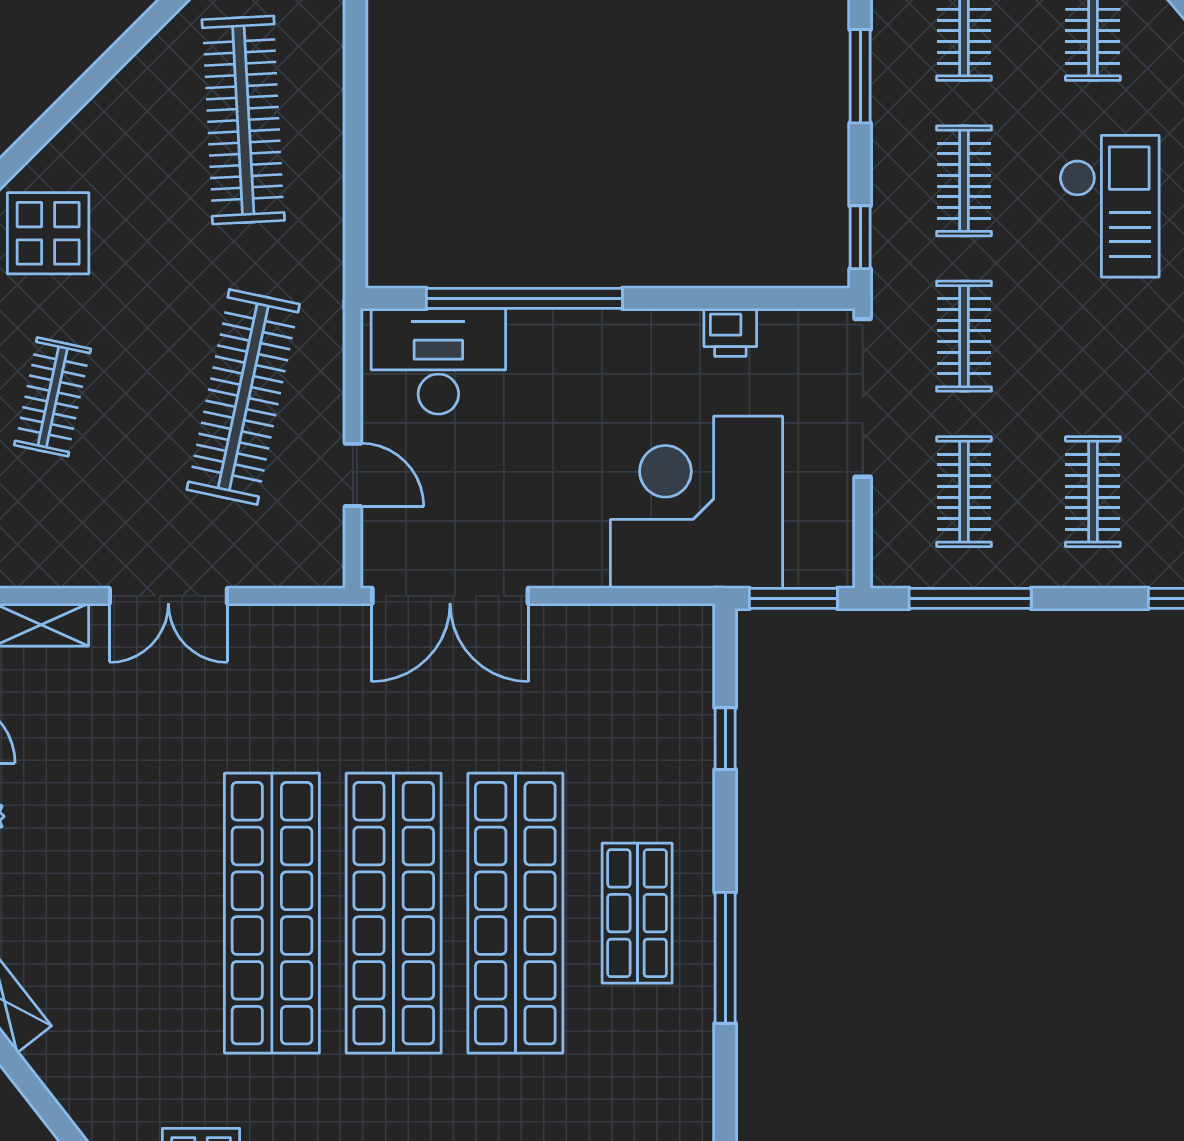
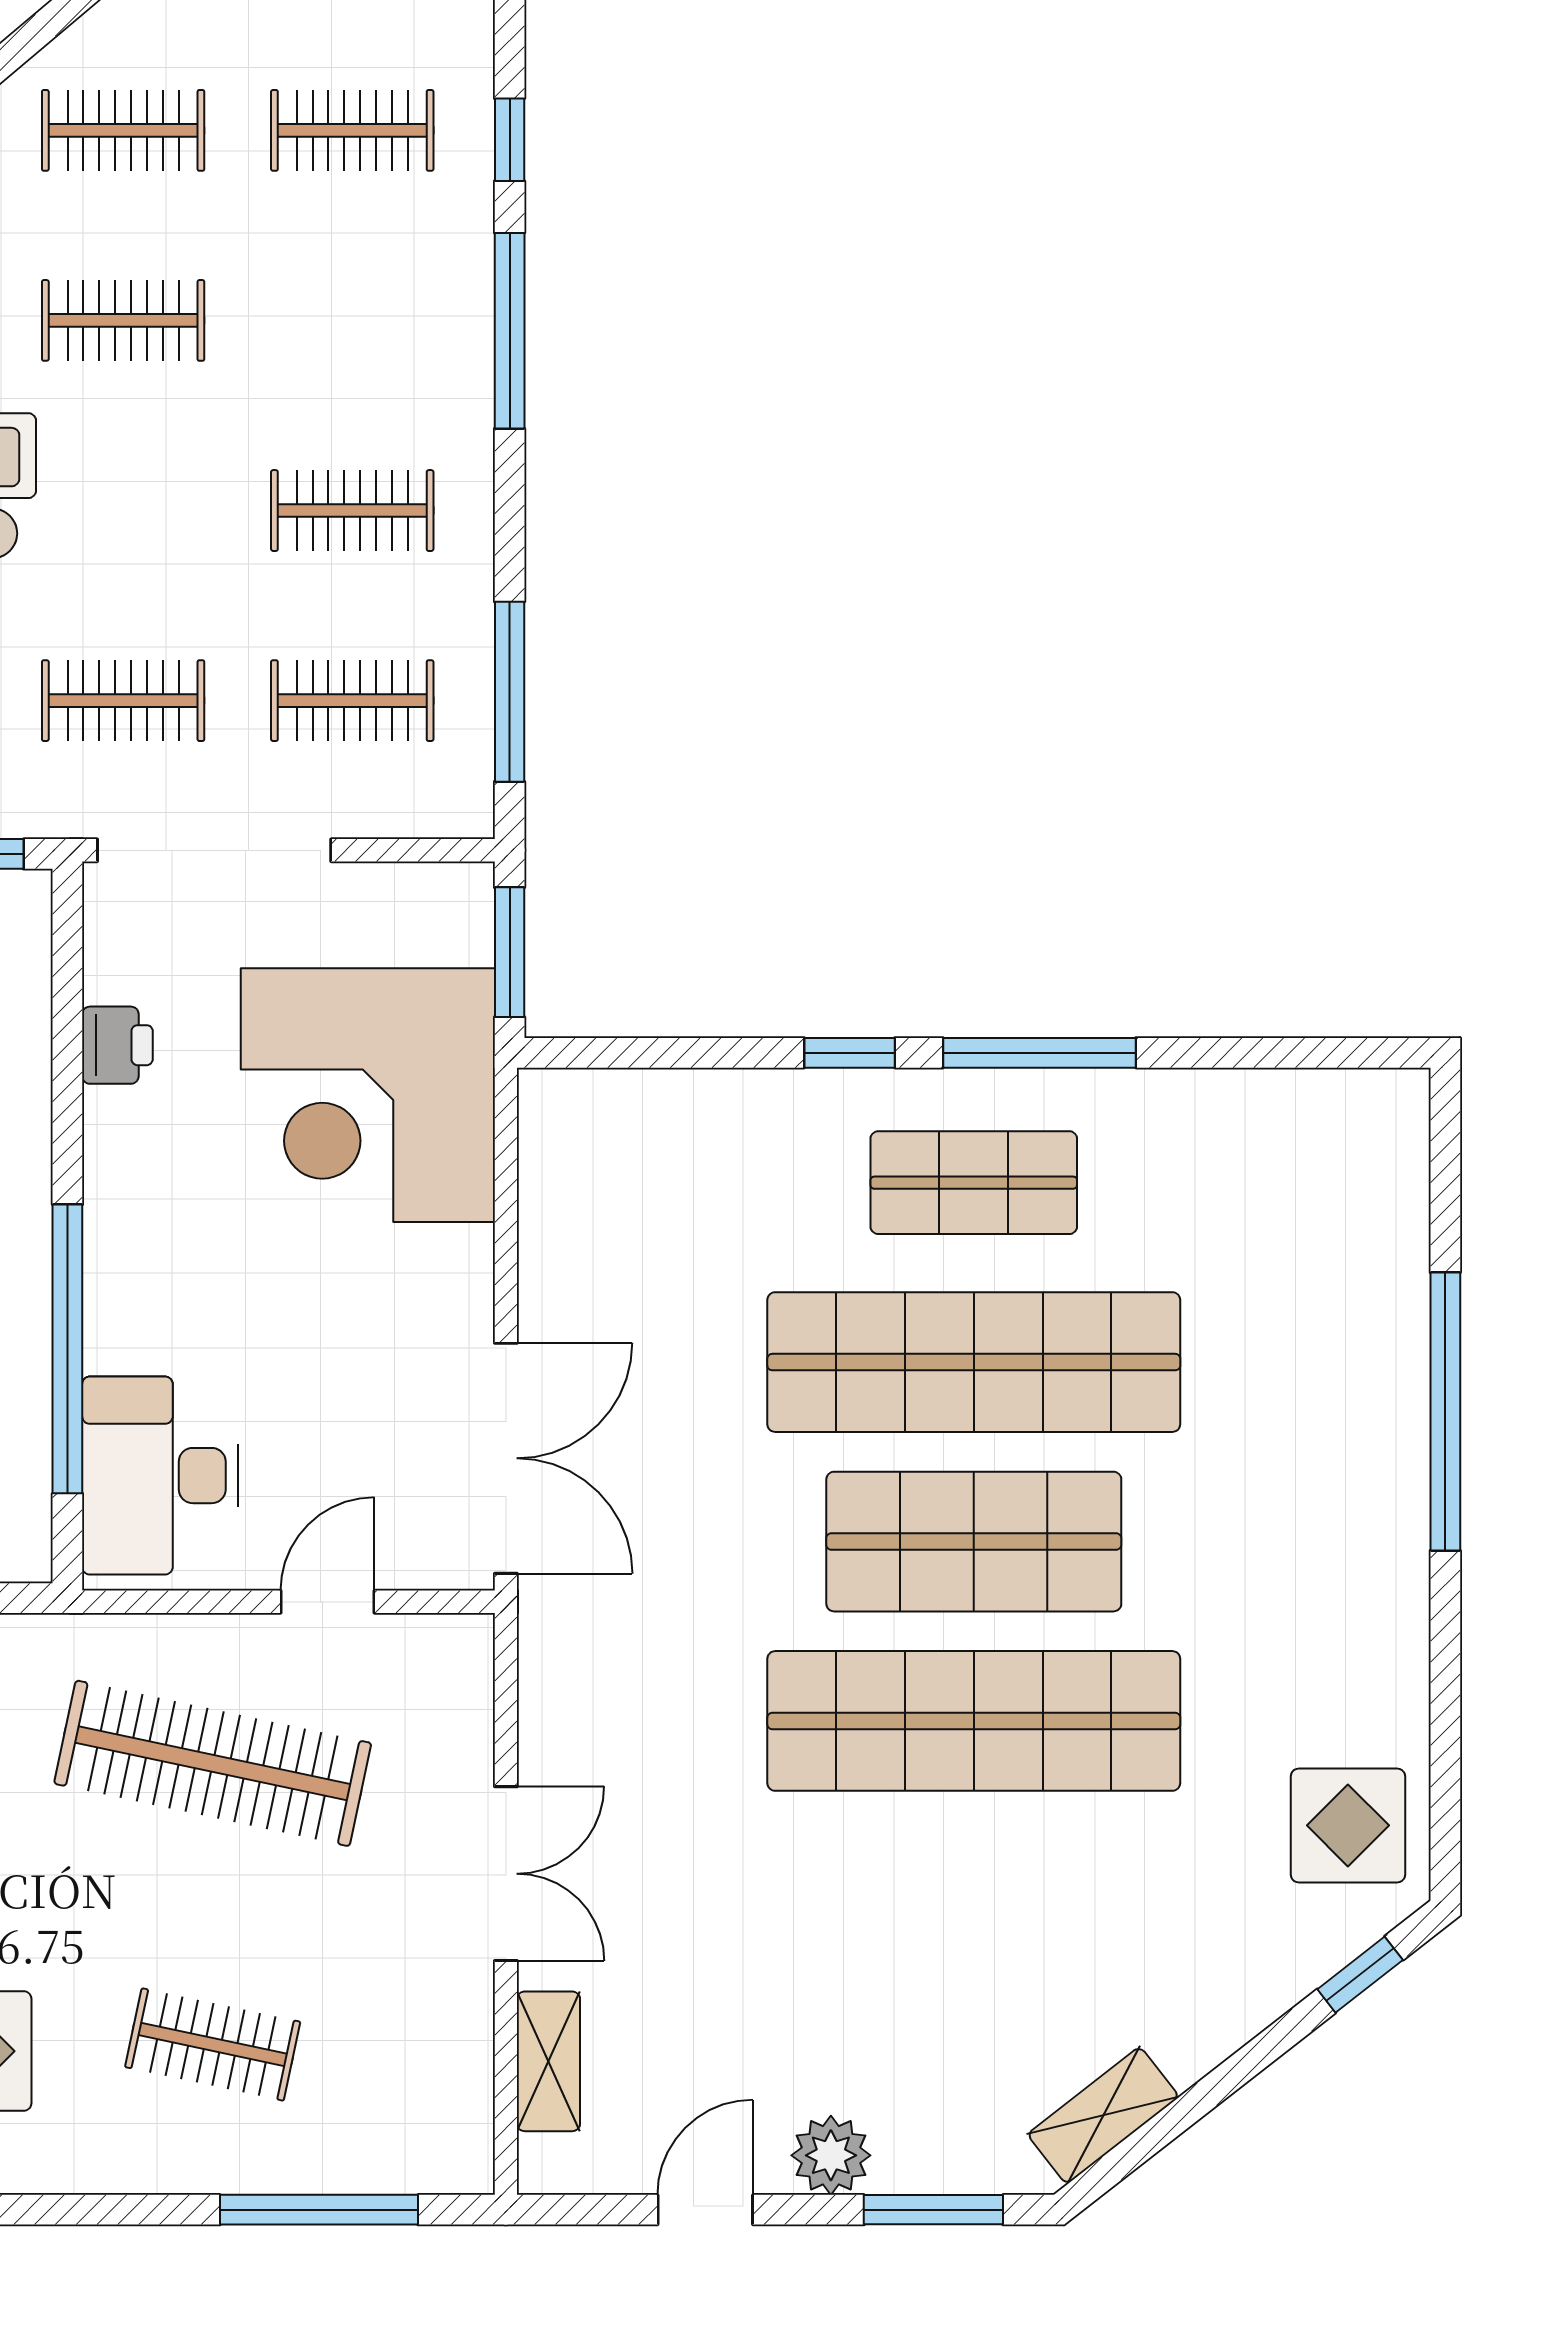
window: (725, 739) -> (850, 1053), moved
shop shelf: (394, 913) -> (974, 1542), width x0.71

